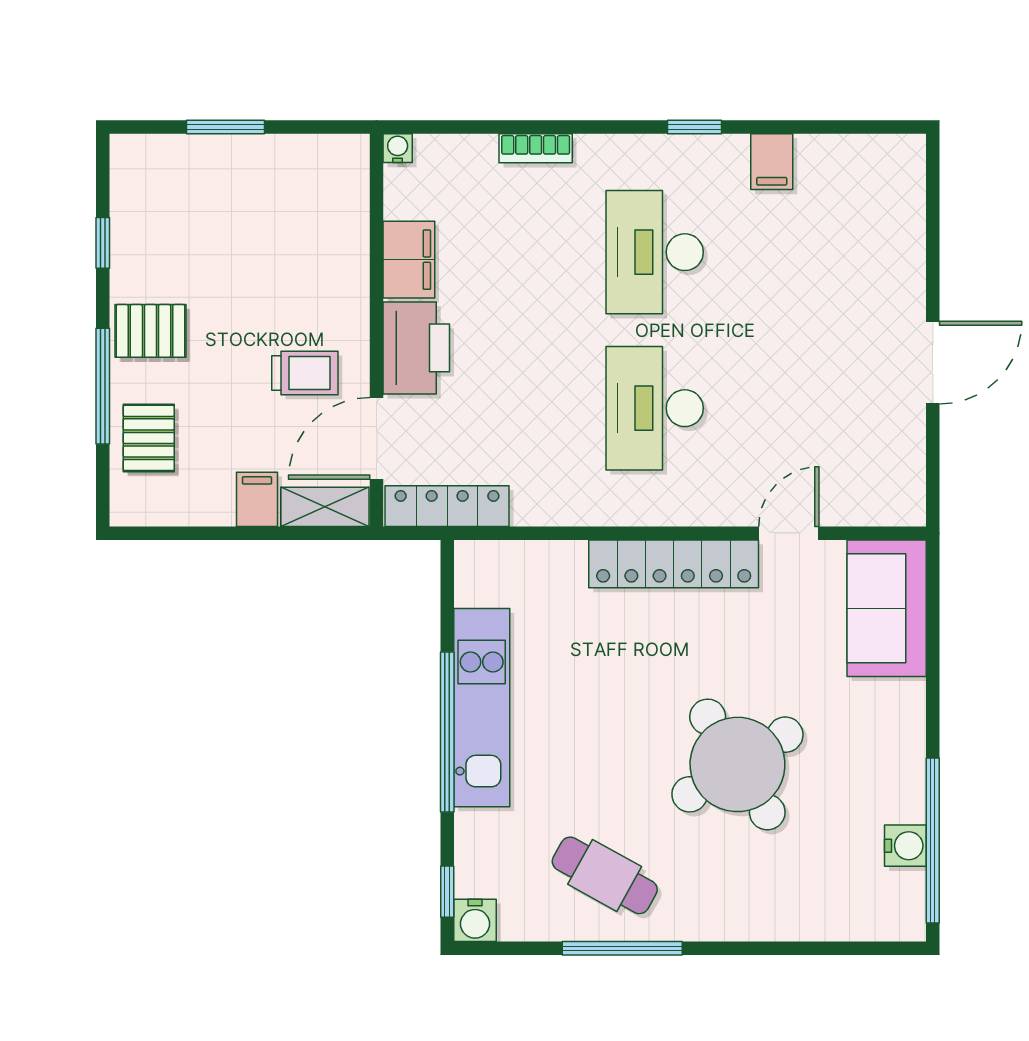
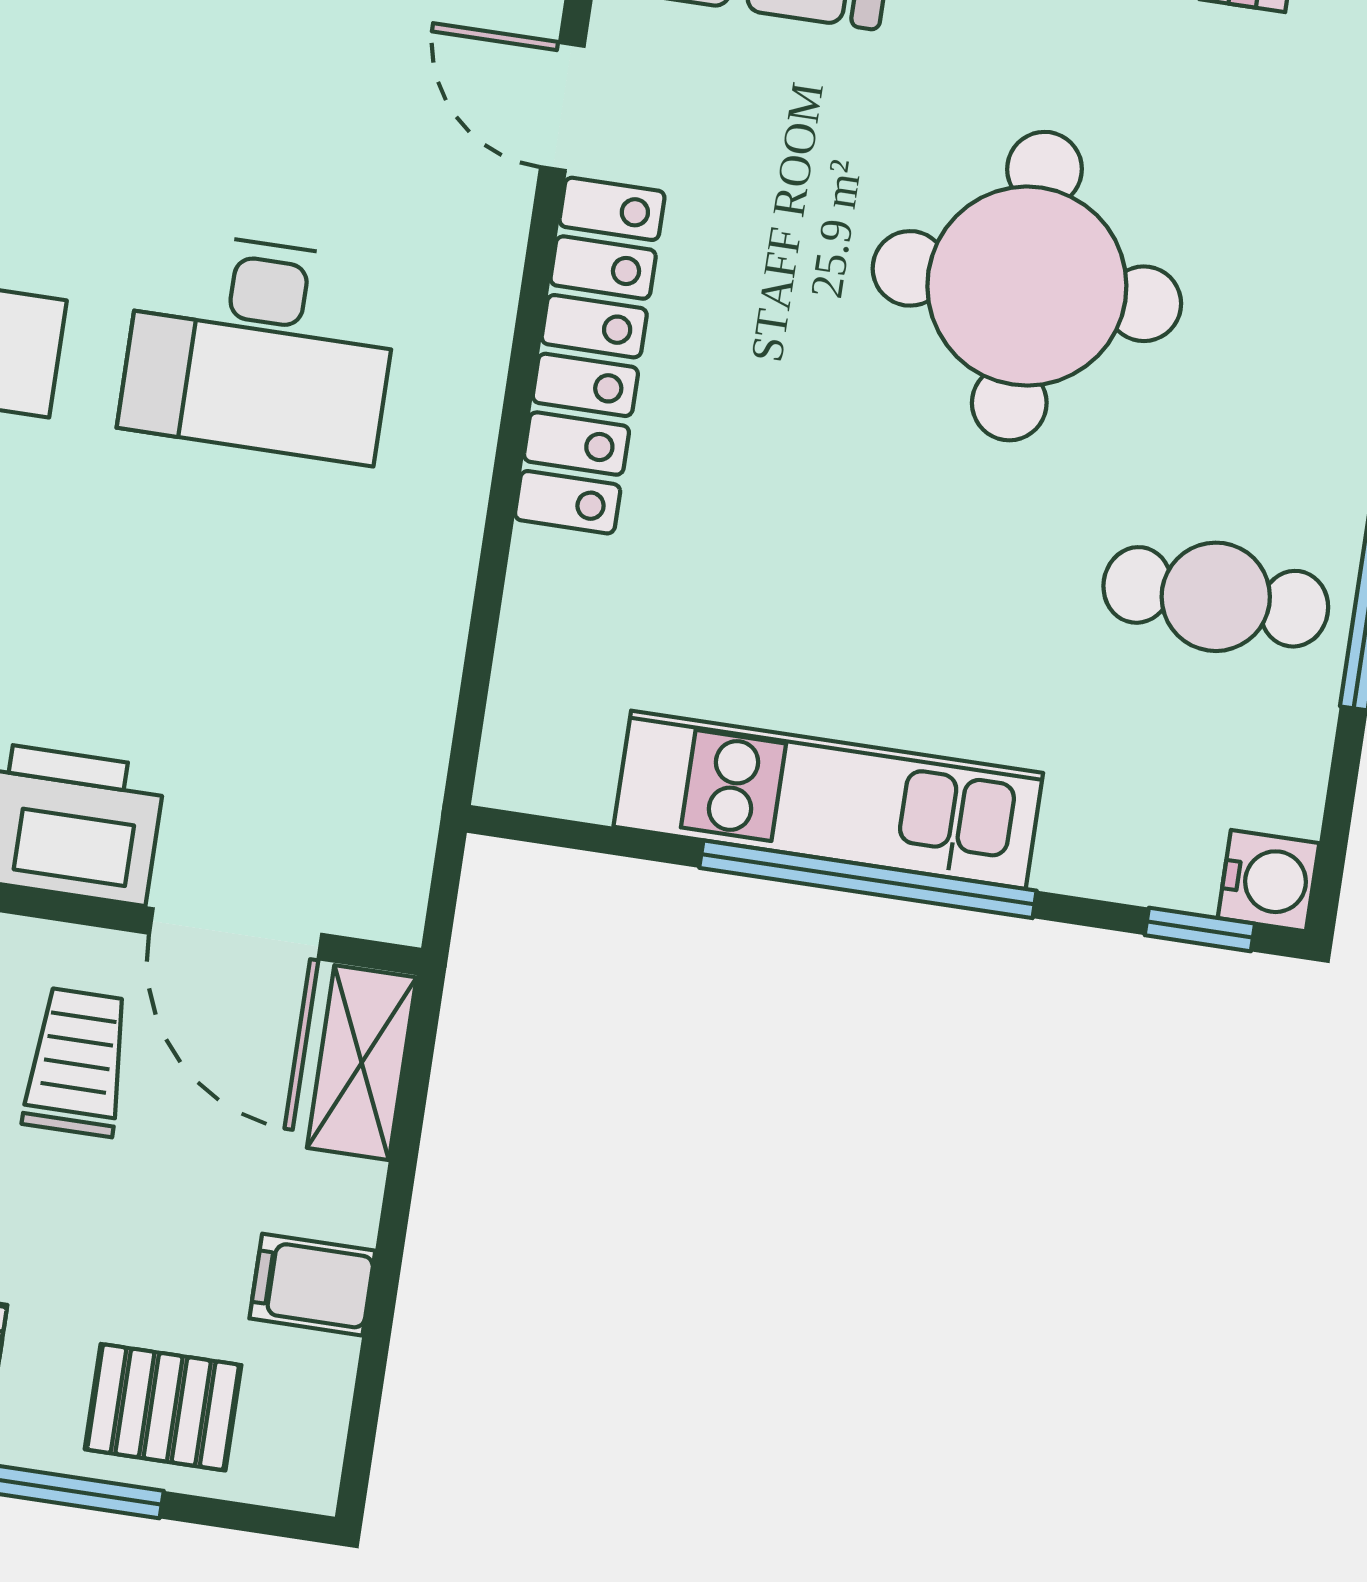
filing cabinet: (257, 499) -> (312, 1285), moved
locker: (447, 506) -> (399, 808), removed
round table: (737, 764) -> (1027, 286), turned 32
cafe table: (605, 875) -> (1216, 597), turned 61

